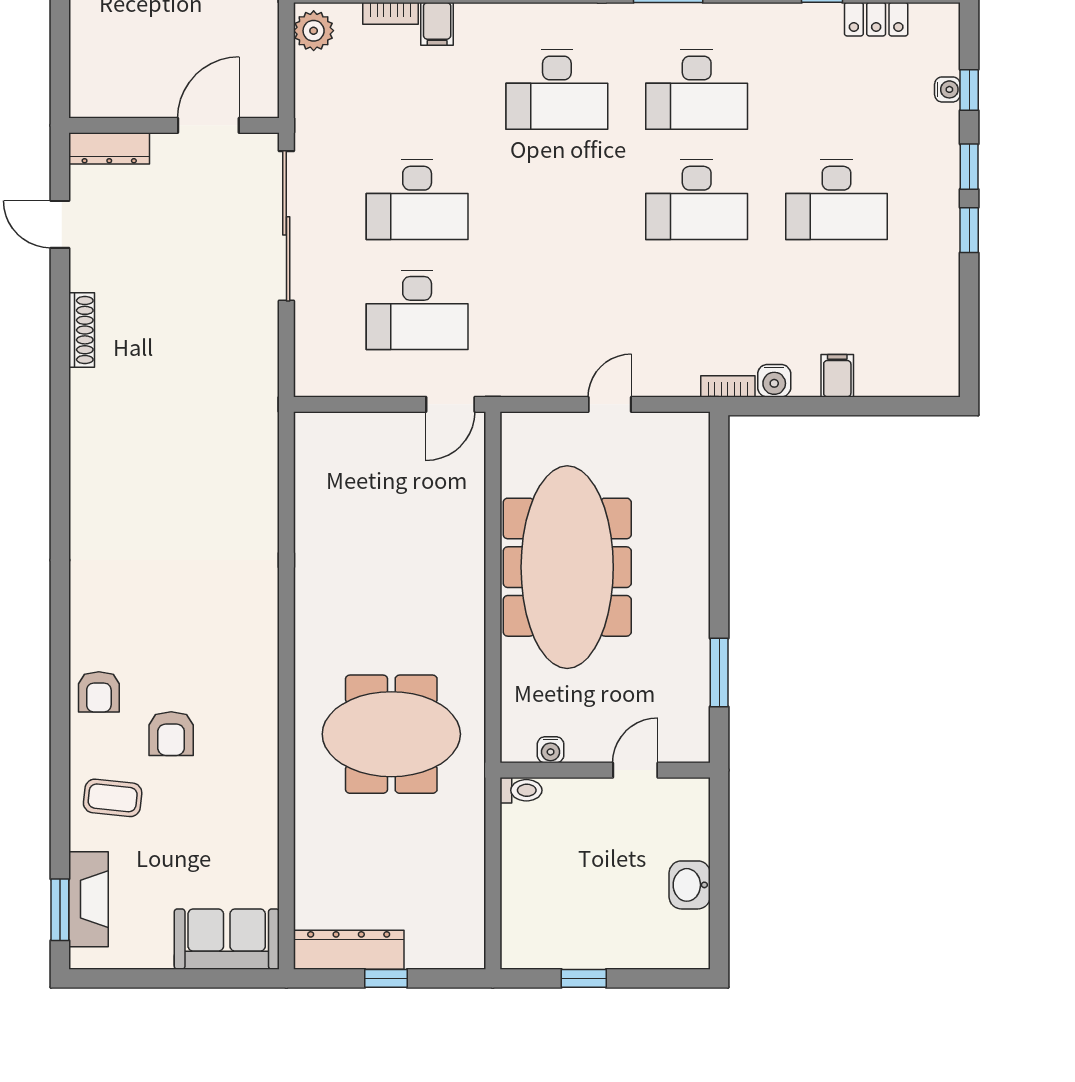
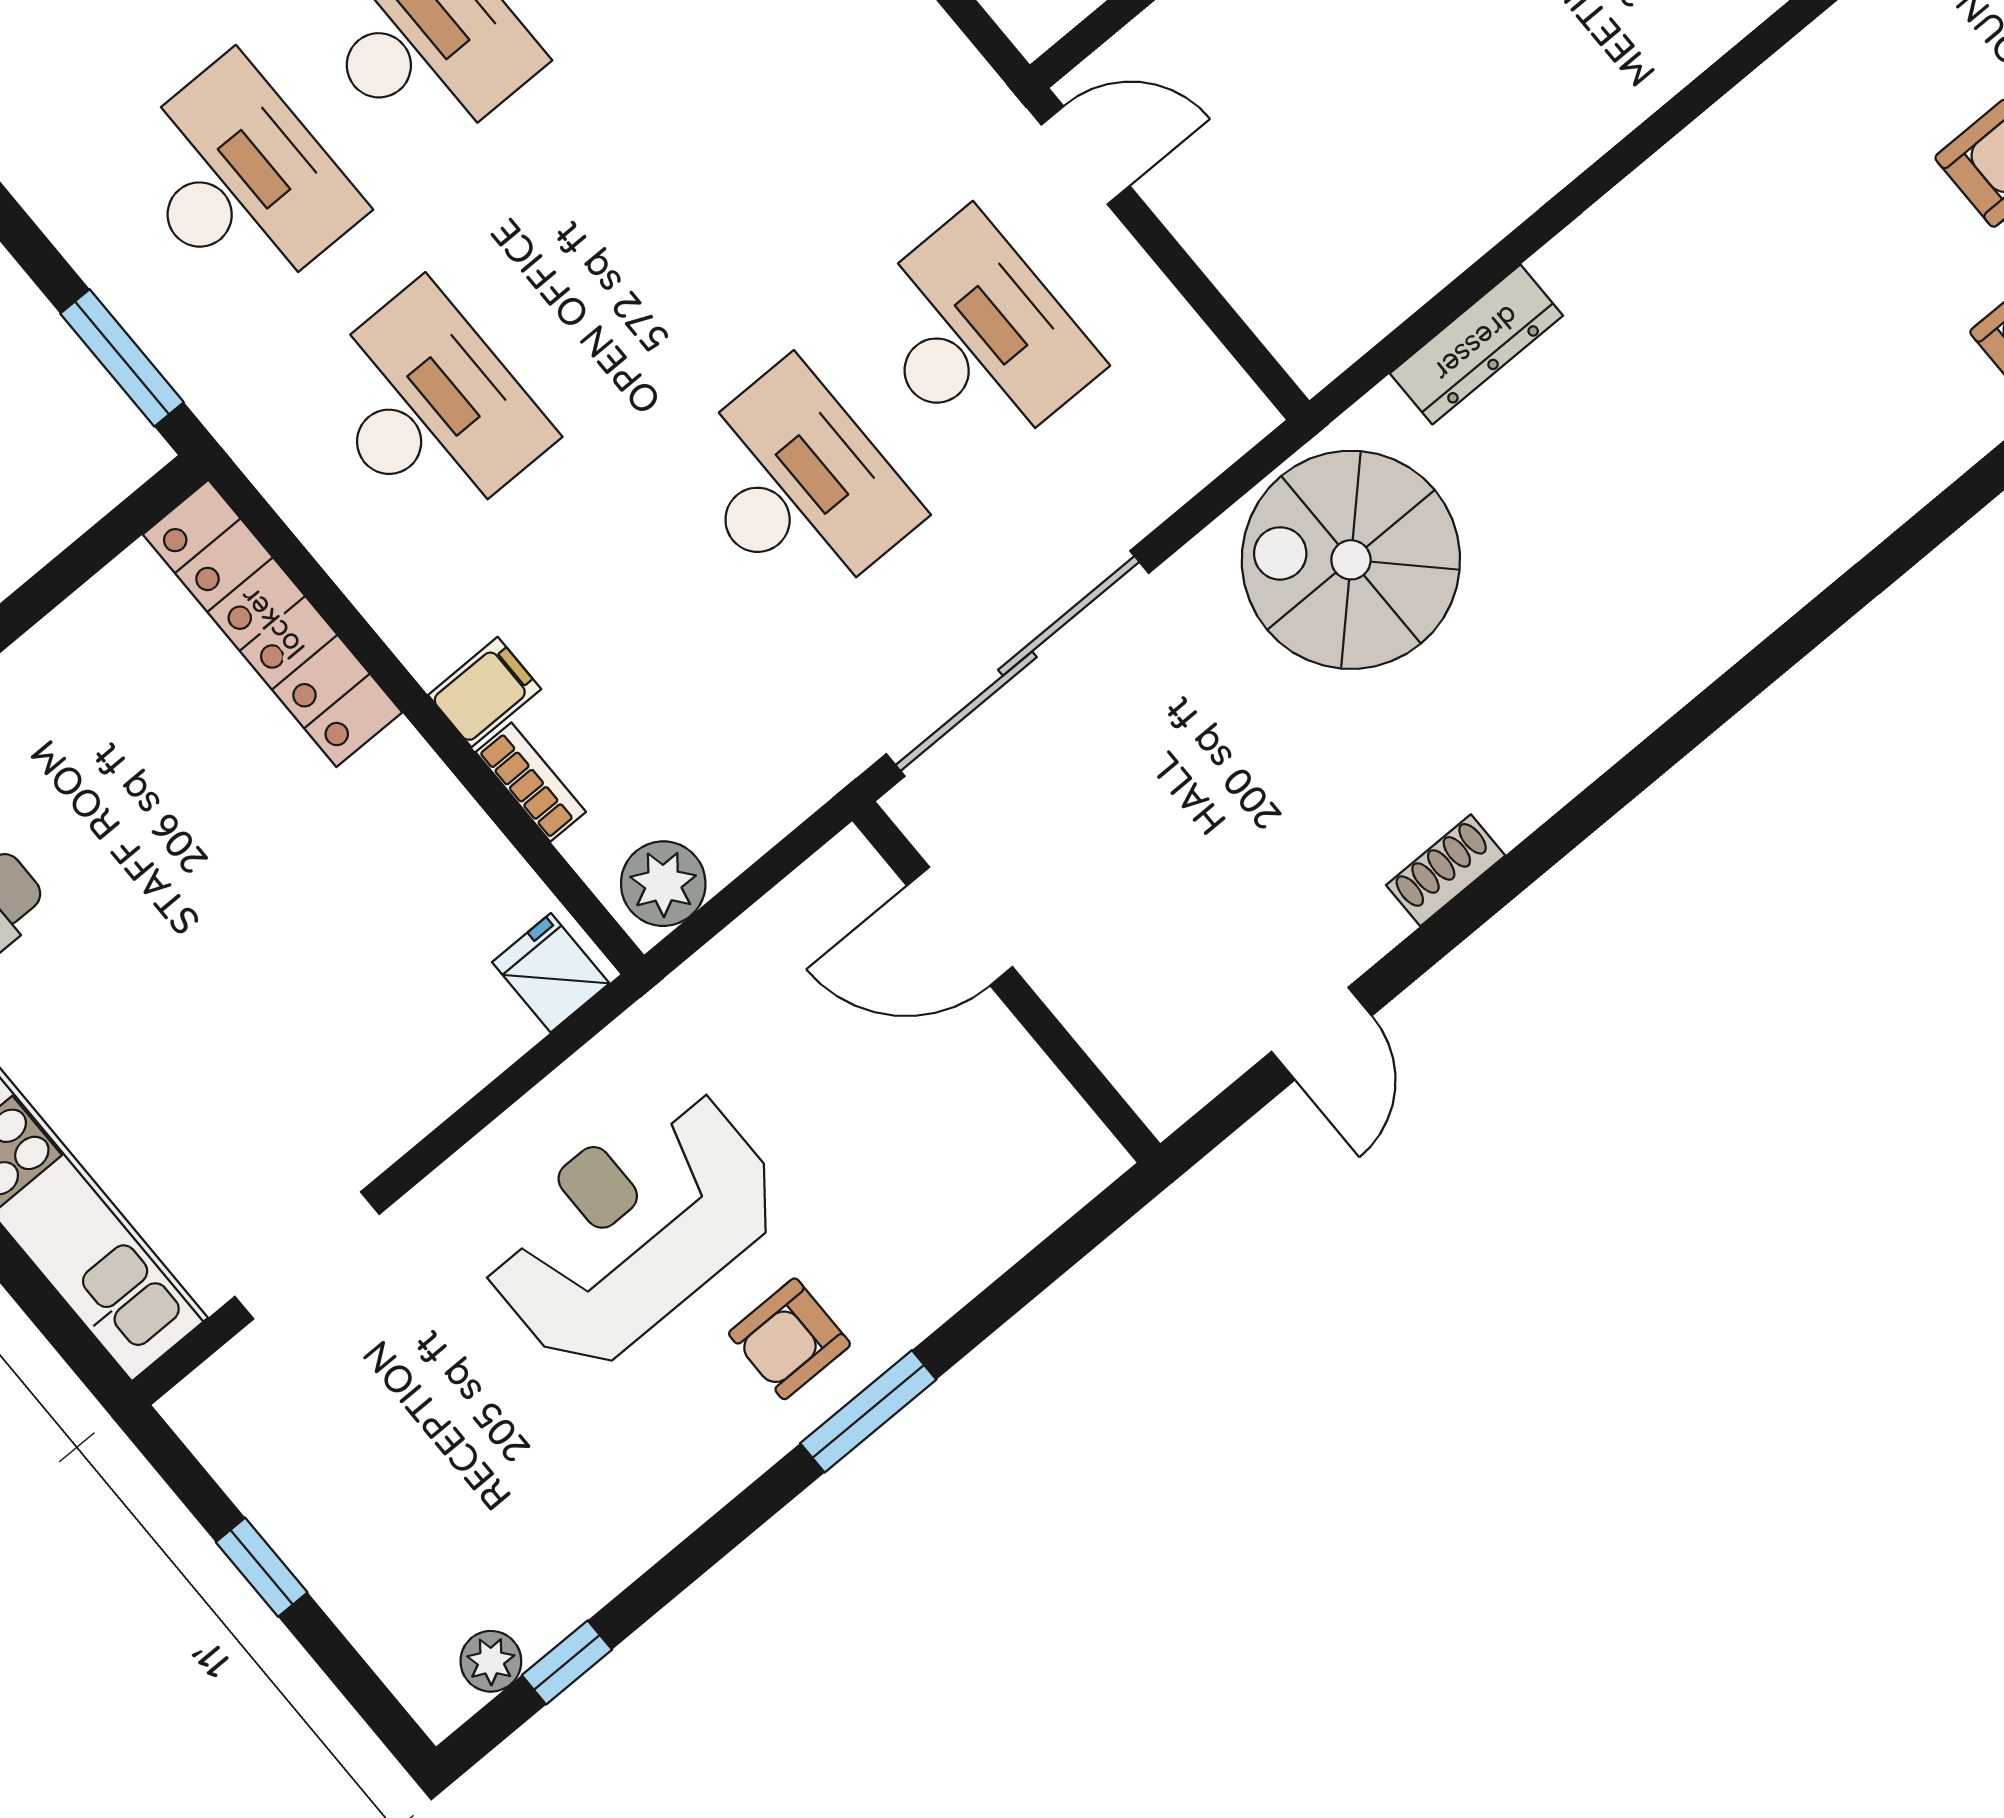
dresser: (109, 148) -> (1476, 344), moved, turned 90
shoe rack: (82, 330) -> (1446, 870), width x0.70
spiral stairs: (223, 378) -> (1351, 560), added

